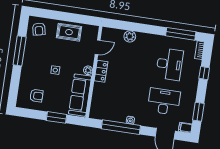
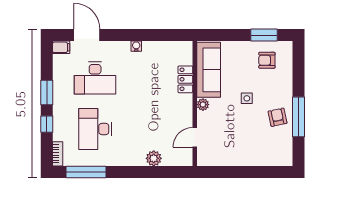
armchair: (39, 29) -> (278, 117), moved
rug: (69, 32) -> (236, 152), removed
locker: (101, 71) -> (185, 79), moved
window: (198, 112) -> (47, 93), moved
window: (56, 117) -> (264, 35), moved
window: (121, 127) -> (147, 35), removed

